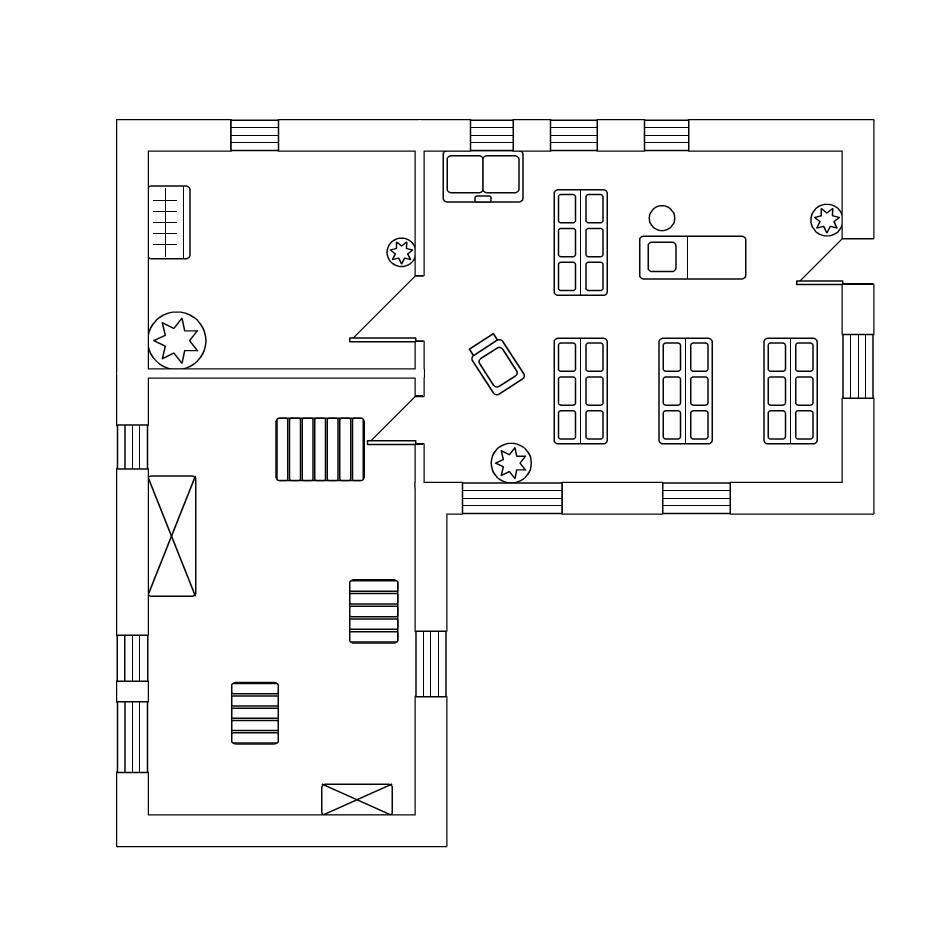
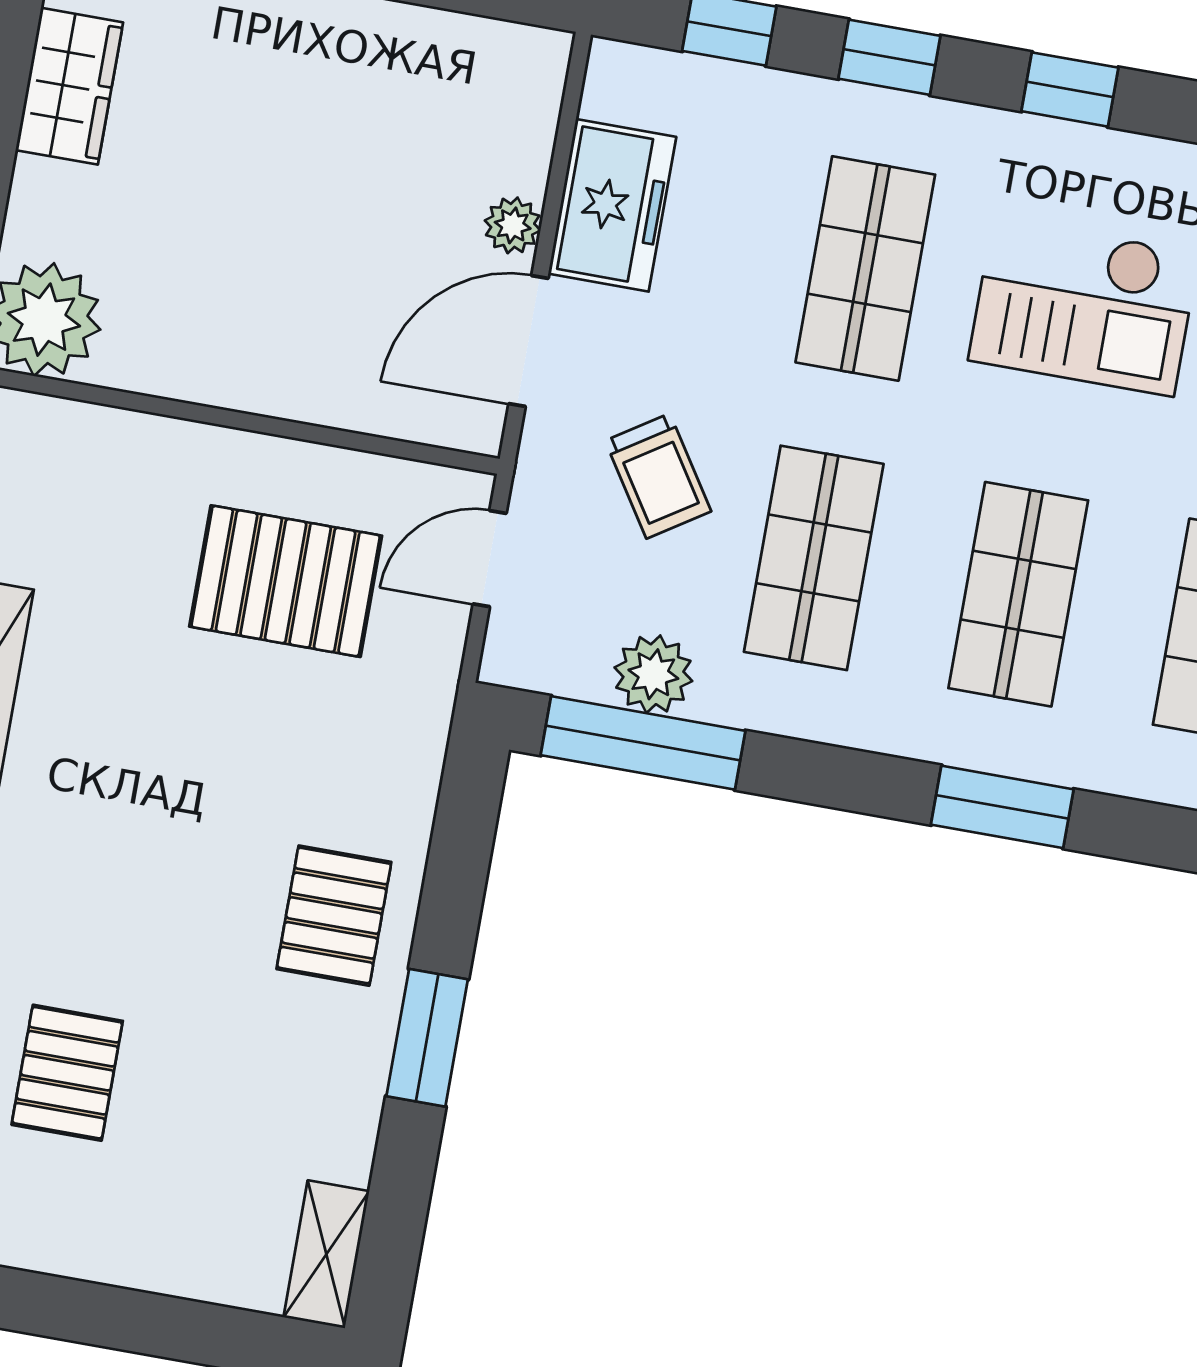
freezer: (483, 176) -> (612, 205), moved, turned -90
shelving: (357, 800) -> (326, 1254), moved, turned 90

